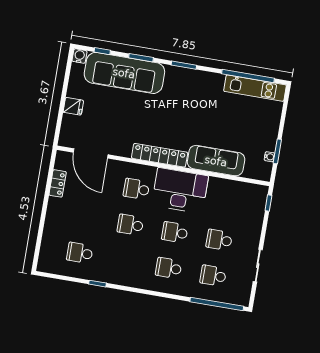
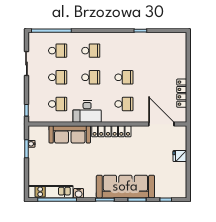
water cooler: (79, 56) -> (79, 193), moved
sofa: (124, 73) -> (125, 187), moved
locker: (58, 183) -> (182, 93), width x1.53
desk: (180, 191) -> (87, 112), width x0.73, depth x0.77
school desk: (80, 253) -> (58, 104), moved

